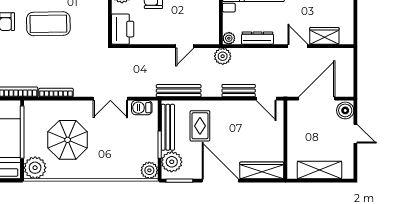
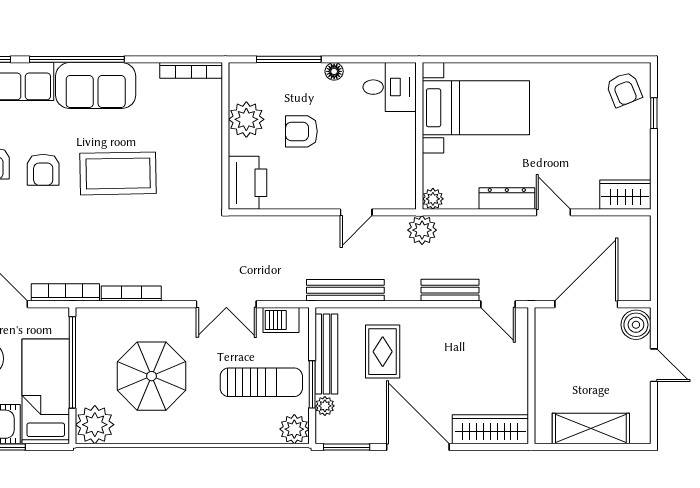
wardrobe: (324, 36) -> (625, 195), moved
dresser: (257, 38) -> (507, 198), moved
sun lounger: (130, 143) -> (261, 382), added
plant: (172, 162) -> (325, 406), width x0.53, depth x0.53

